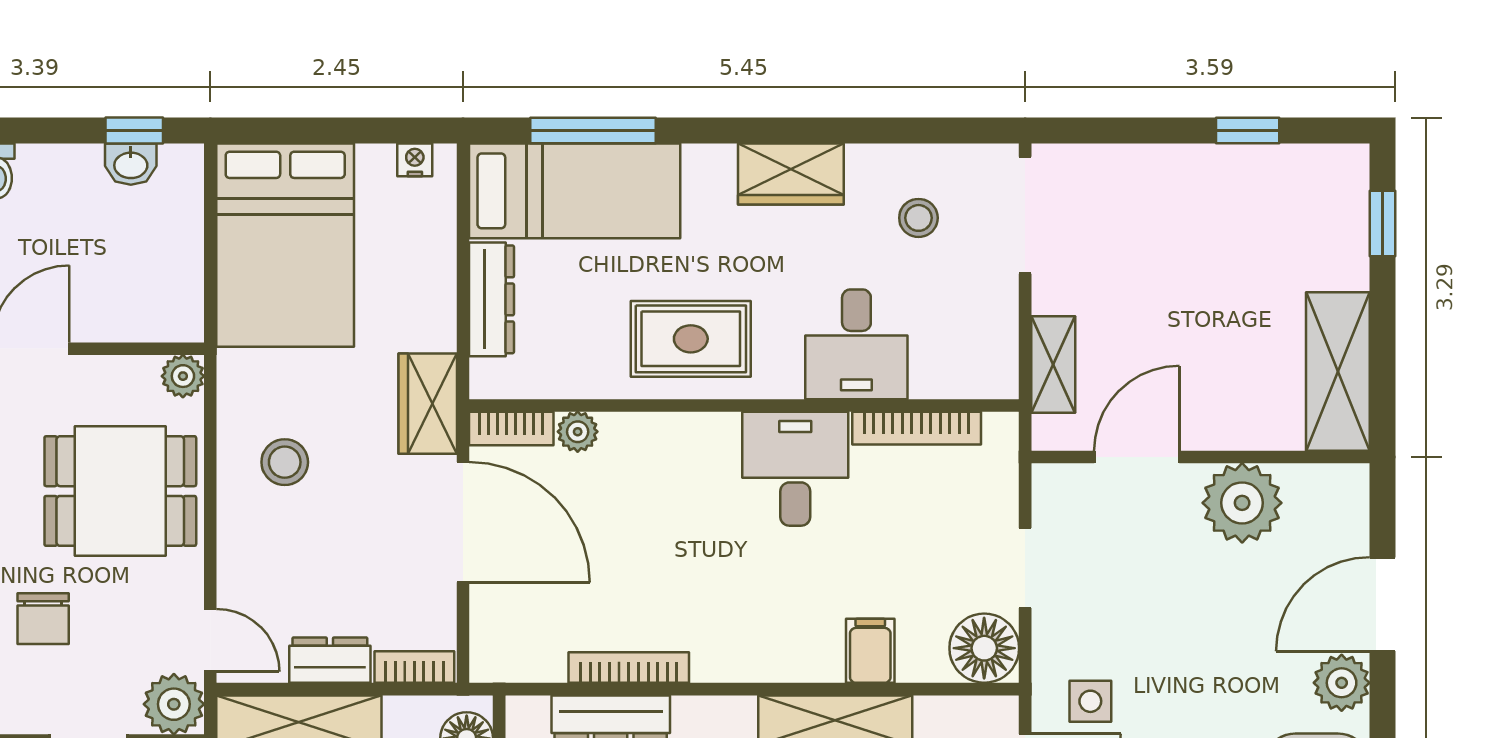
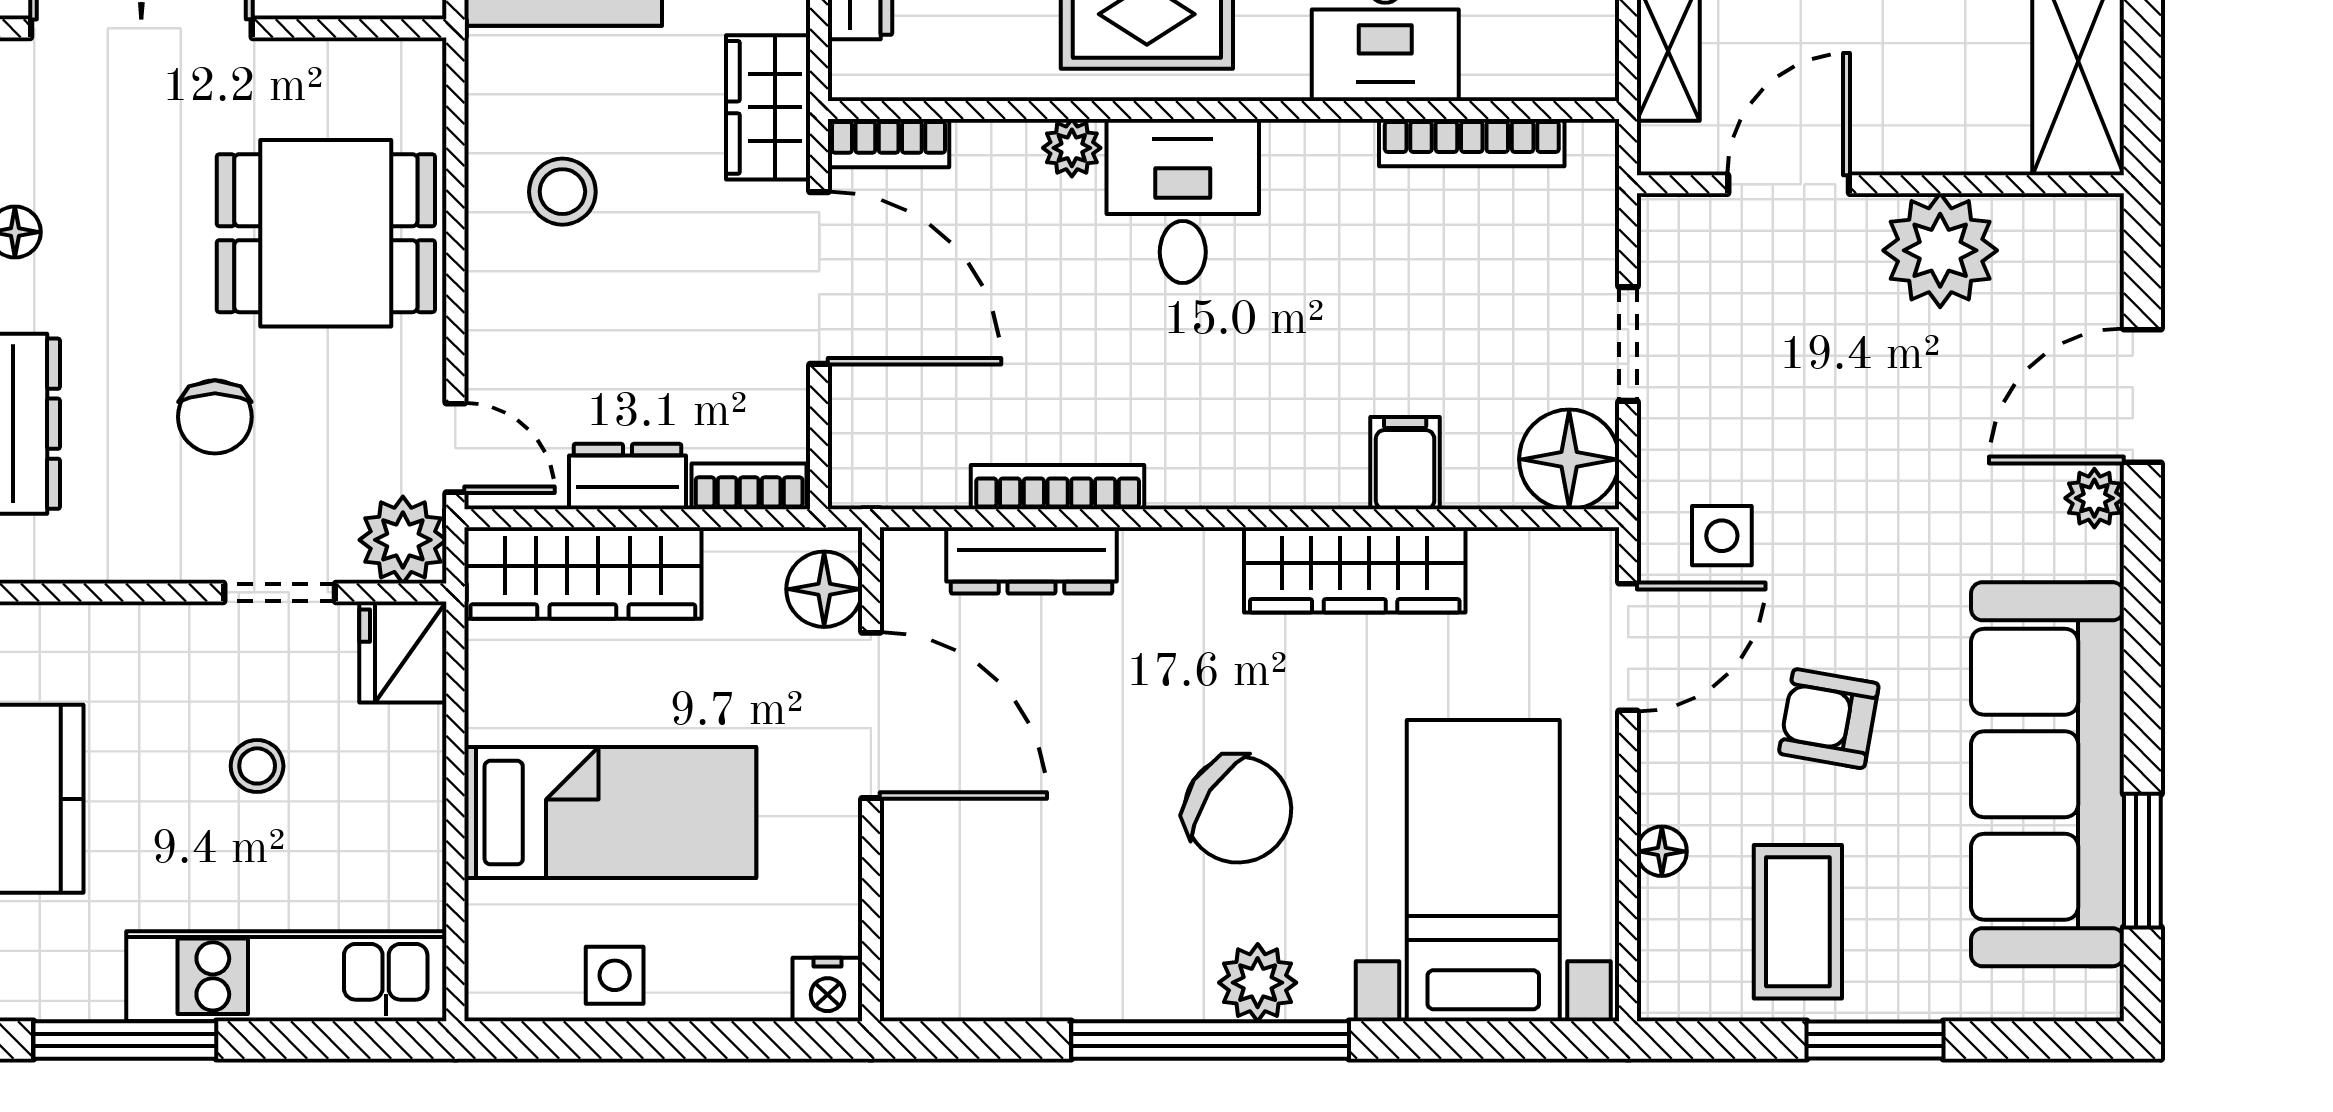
plant: (183, 376) -> (416, 68), removed
plant: (578, 432) -> (1072, 148), moved
desk: (795, 469) -> (1183, 201), moved
plant: (1342, 683) -> (2094, 498), width x0.73, depth x0.73

